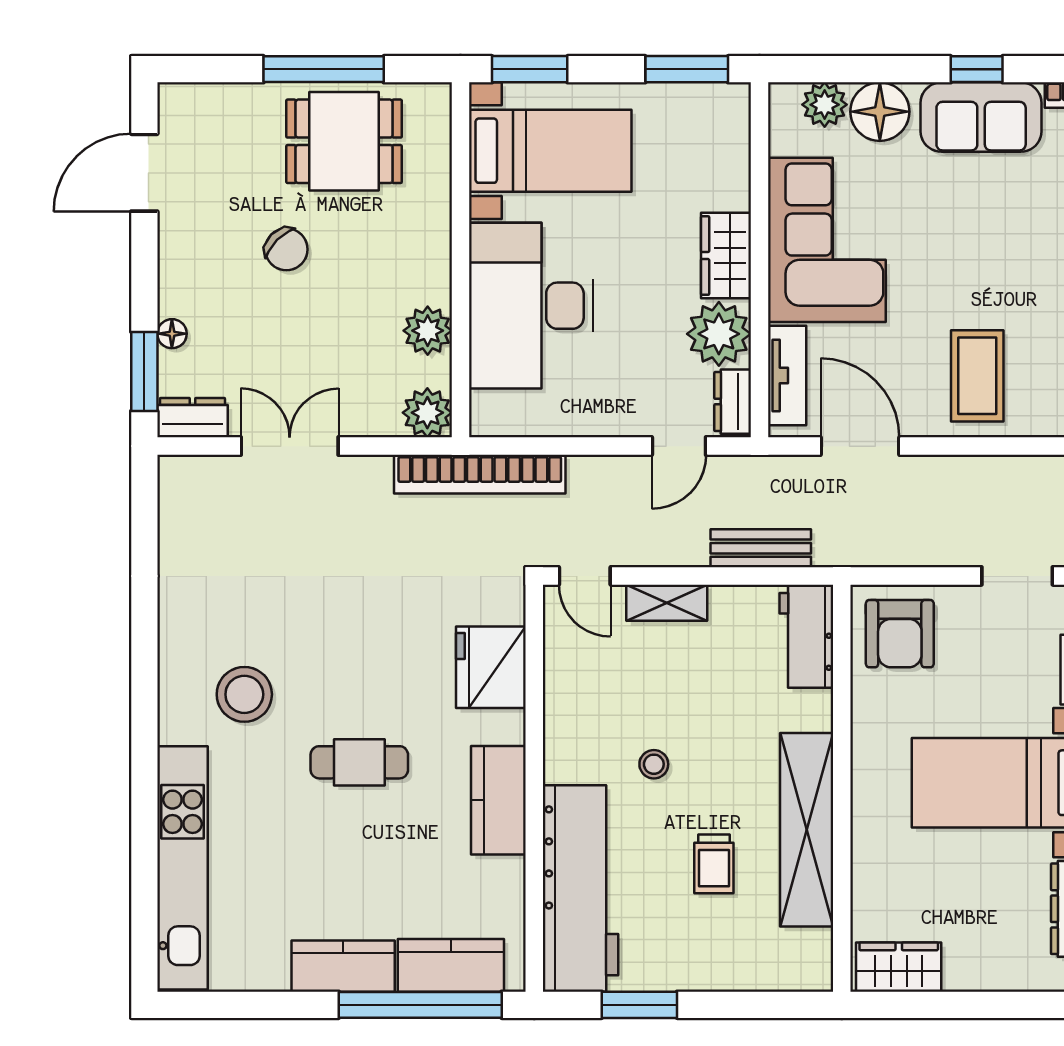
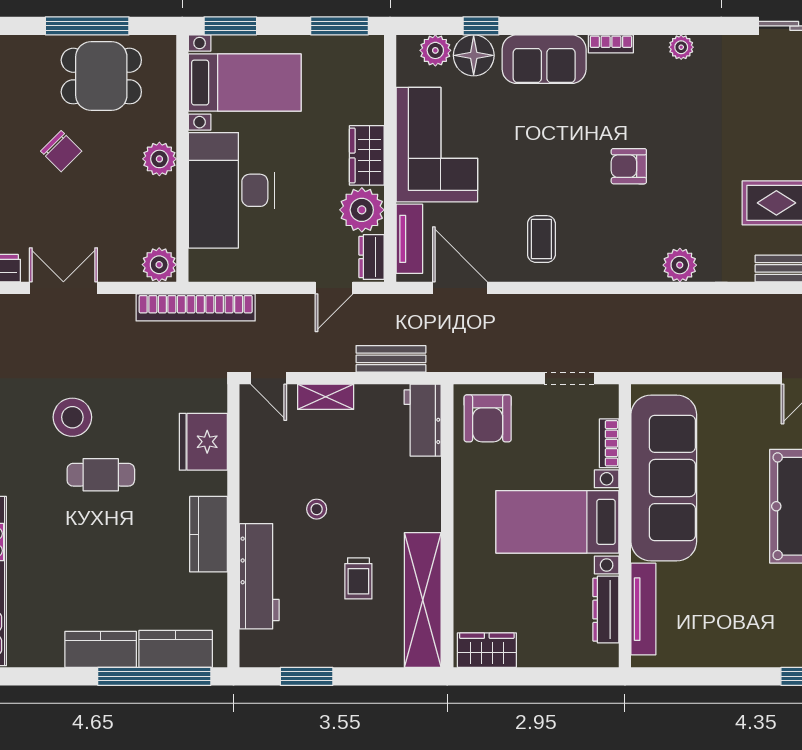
window: (977, 69) -> (481, 26), moved
plant: (428, 331) -> (159, 159), moved
coffee table: (977, 376) -> (541, 239), width x0.73, depth x0.77
stool: (244, 694) -> (72, 417), moved
cafe table: (359, 762) -> (101, 475), moved
shelving: (807, 830) -> (423, 600), moved
workbench: (581, 888) -> (259, 576), width x0.73, depth x0.76

